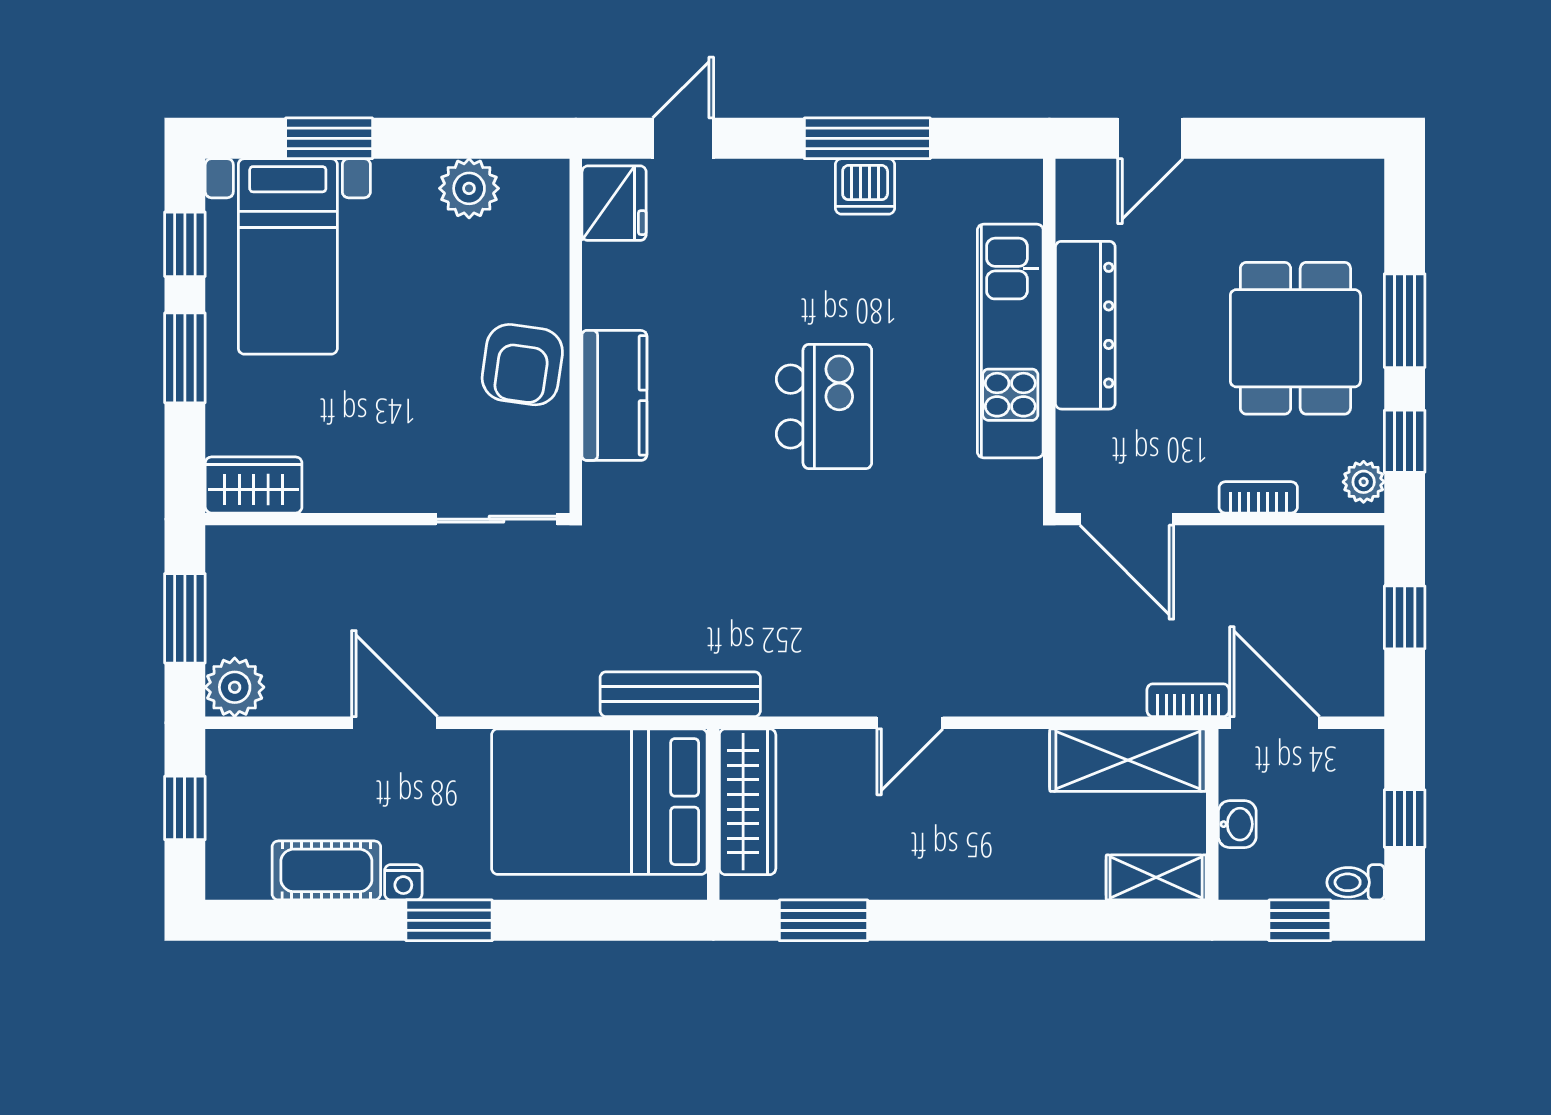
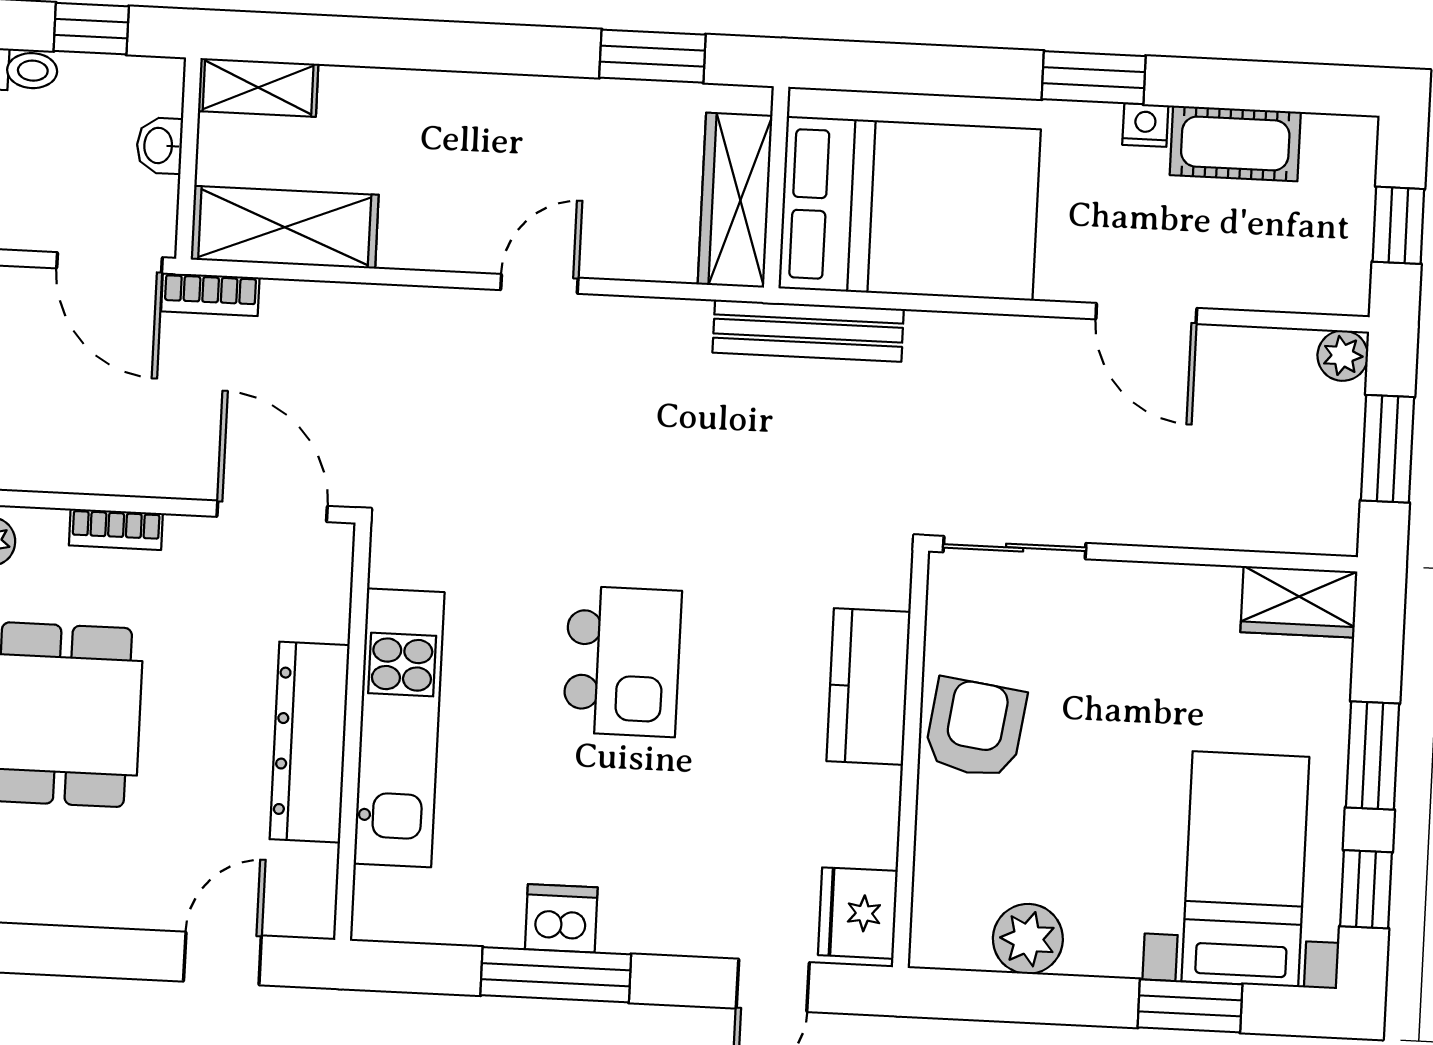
kitchen island: (824, 407) -> (622, 661), turned 180
plant: (235, 687) -> (1343, 356), width x0.73, depth x0.73

